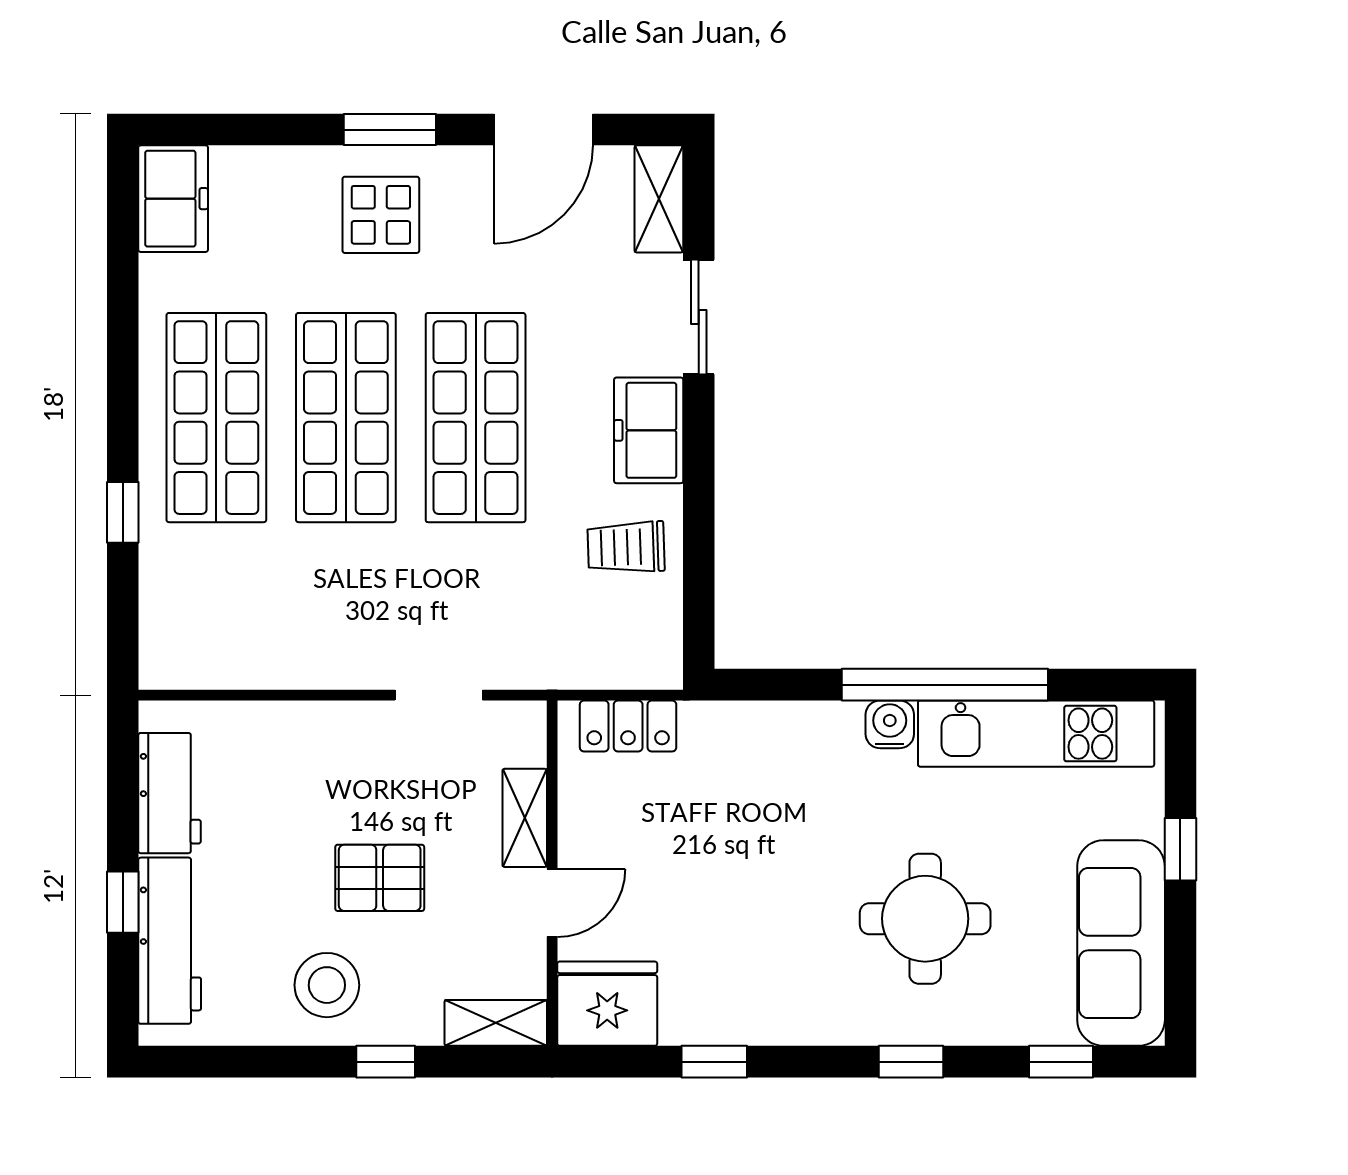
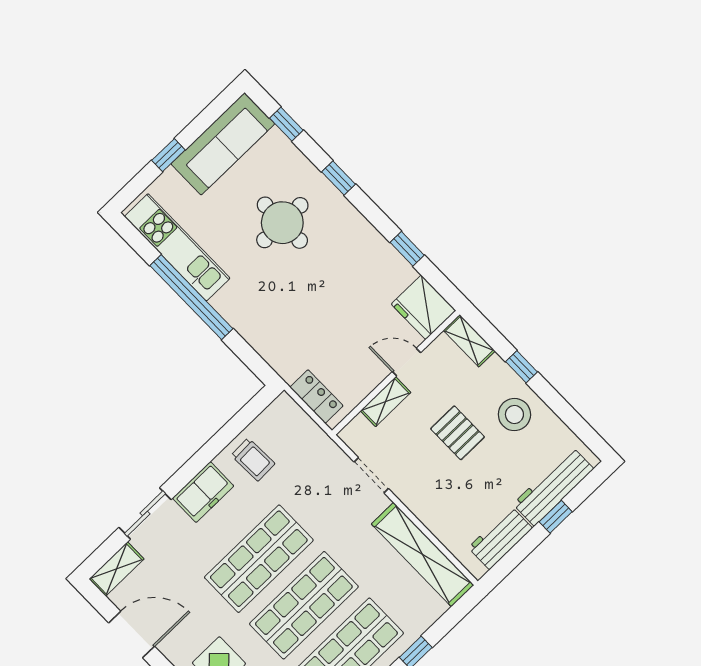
shelving: (254, 658) -> (422, 554), added
water cooler: (890, 724) -> (225, 303), removed

